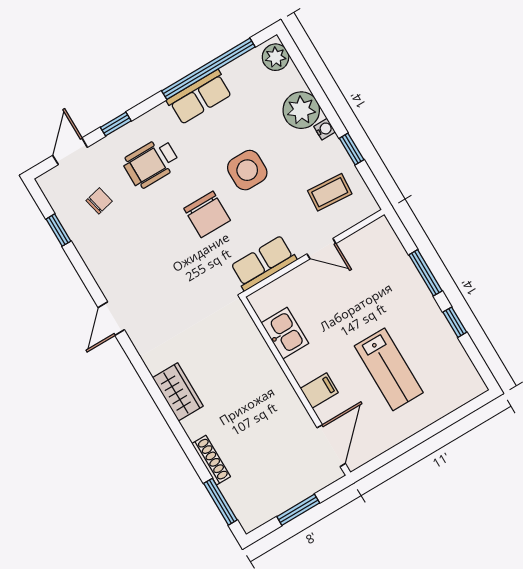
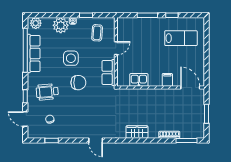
row of seats: (199, 97) -> (34, 54), width x1.48
wheelchair: (151, 163) -> (47, 92), turned 85
lab bench: (389, 369) -> (181, 38), moved

